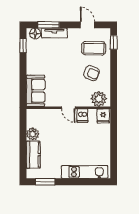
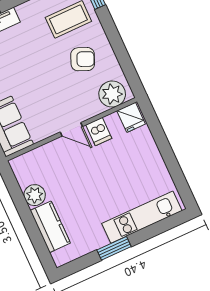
window: (45, 182) -> (114, 248), moved

